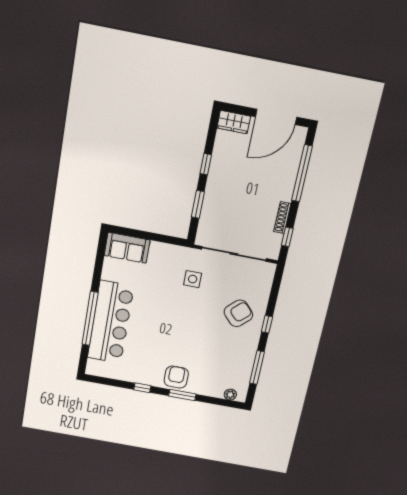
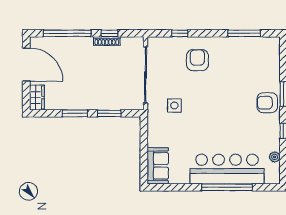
window: (206, 164) -> (75, 113), width x1.50
window: (287, 237) -> (109, 33), moved
armchair: (238, 313) -> (197, 60), turned 43
window: (267, 324) -> (180, 33), moved
plant: (230, 395) -> (275, 157), moved

